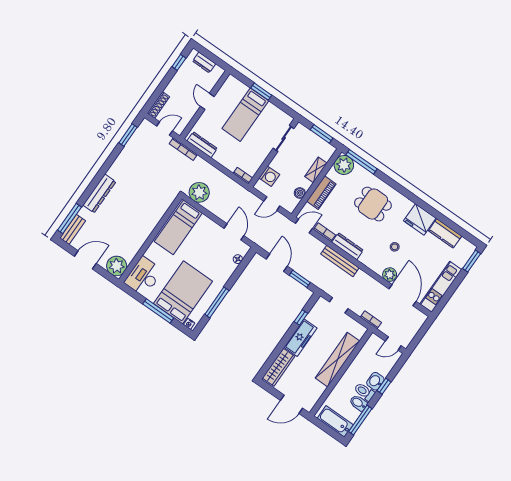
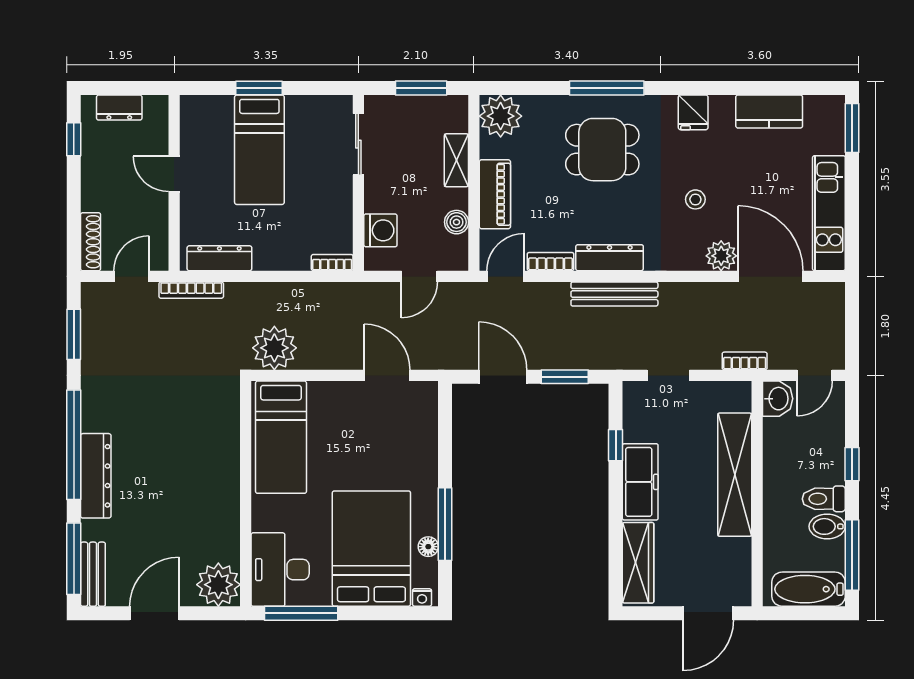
window: (362, 162) -> (607, 88), moved
window: (99, 176) -> (74, 445), added
fridge: (420, 219) -> (693, 112), width x0.53, depth x0.75
floor lamp: (238, 259) -> (428, 547), moved
window: (158, 311) -> (301, 613), moved
washbasin: (375, 381) -> (778, 399), moved, turned 180

